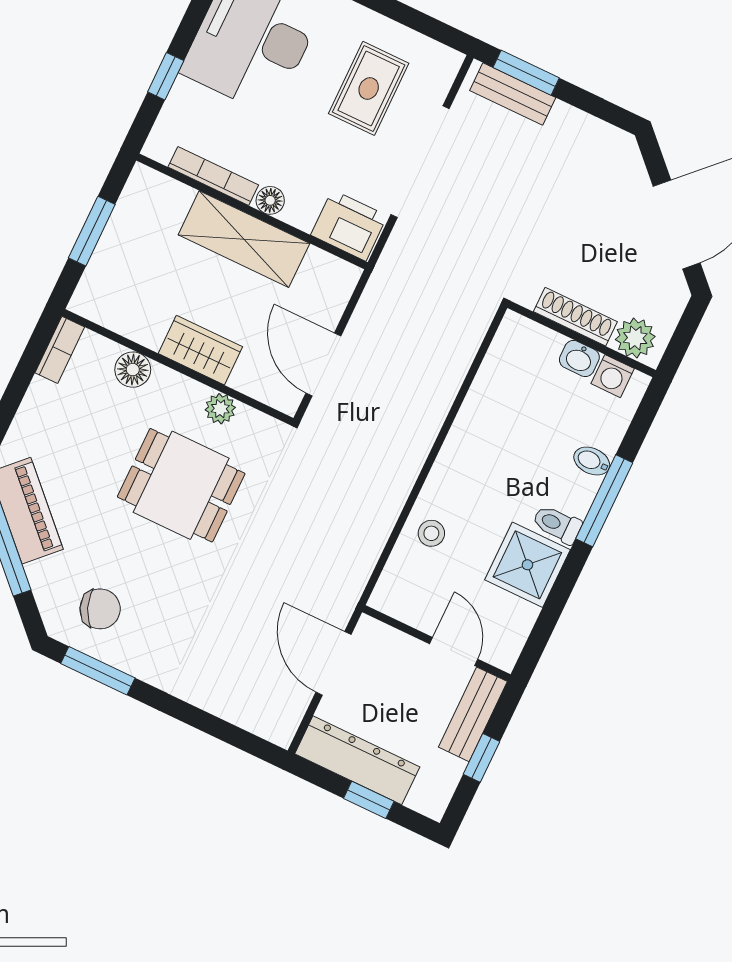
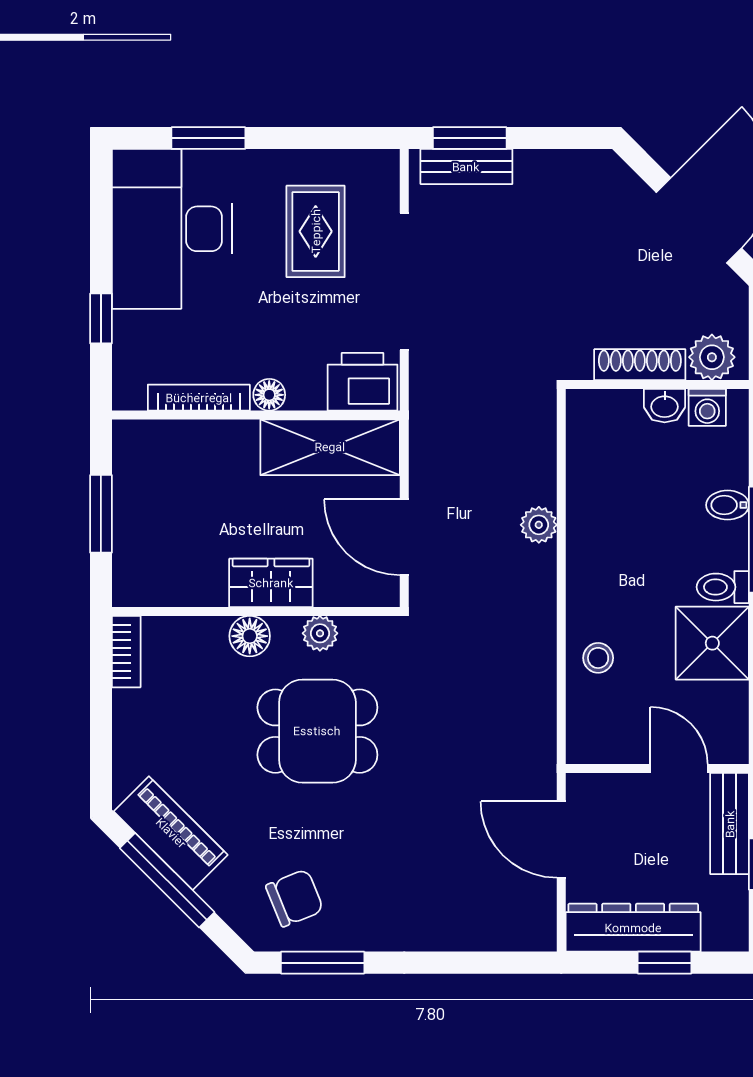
shelving: (244, 239) -> (330, 447), moved
floor lamp: (133, 370) -> (250, 636), moved
plant: (435, 405) -> (539, 525), added

